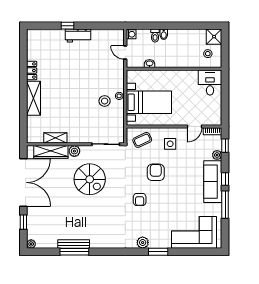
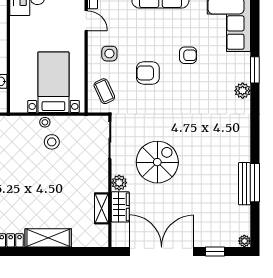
wardrobe: (51, 152) -> (120, 207), width x0.67
armchair: (140, 199) -> (188, 55), moved

